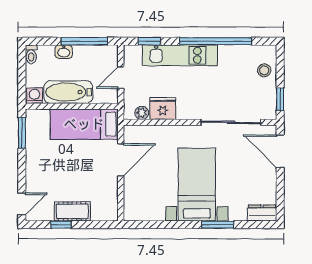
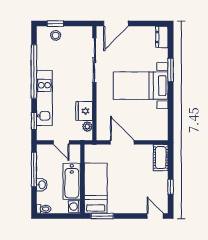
window: (280, 99) -> (55, 24), moved
bed: (84, 124) -> (96, 188), moved, turned 180
cot: (72, 211) -> (161, 158), moved

